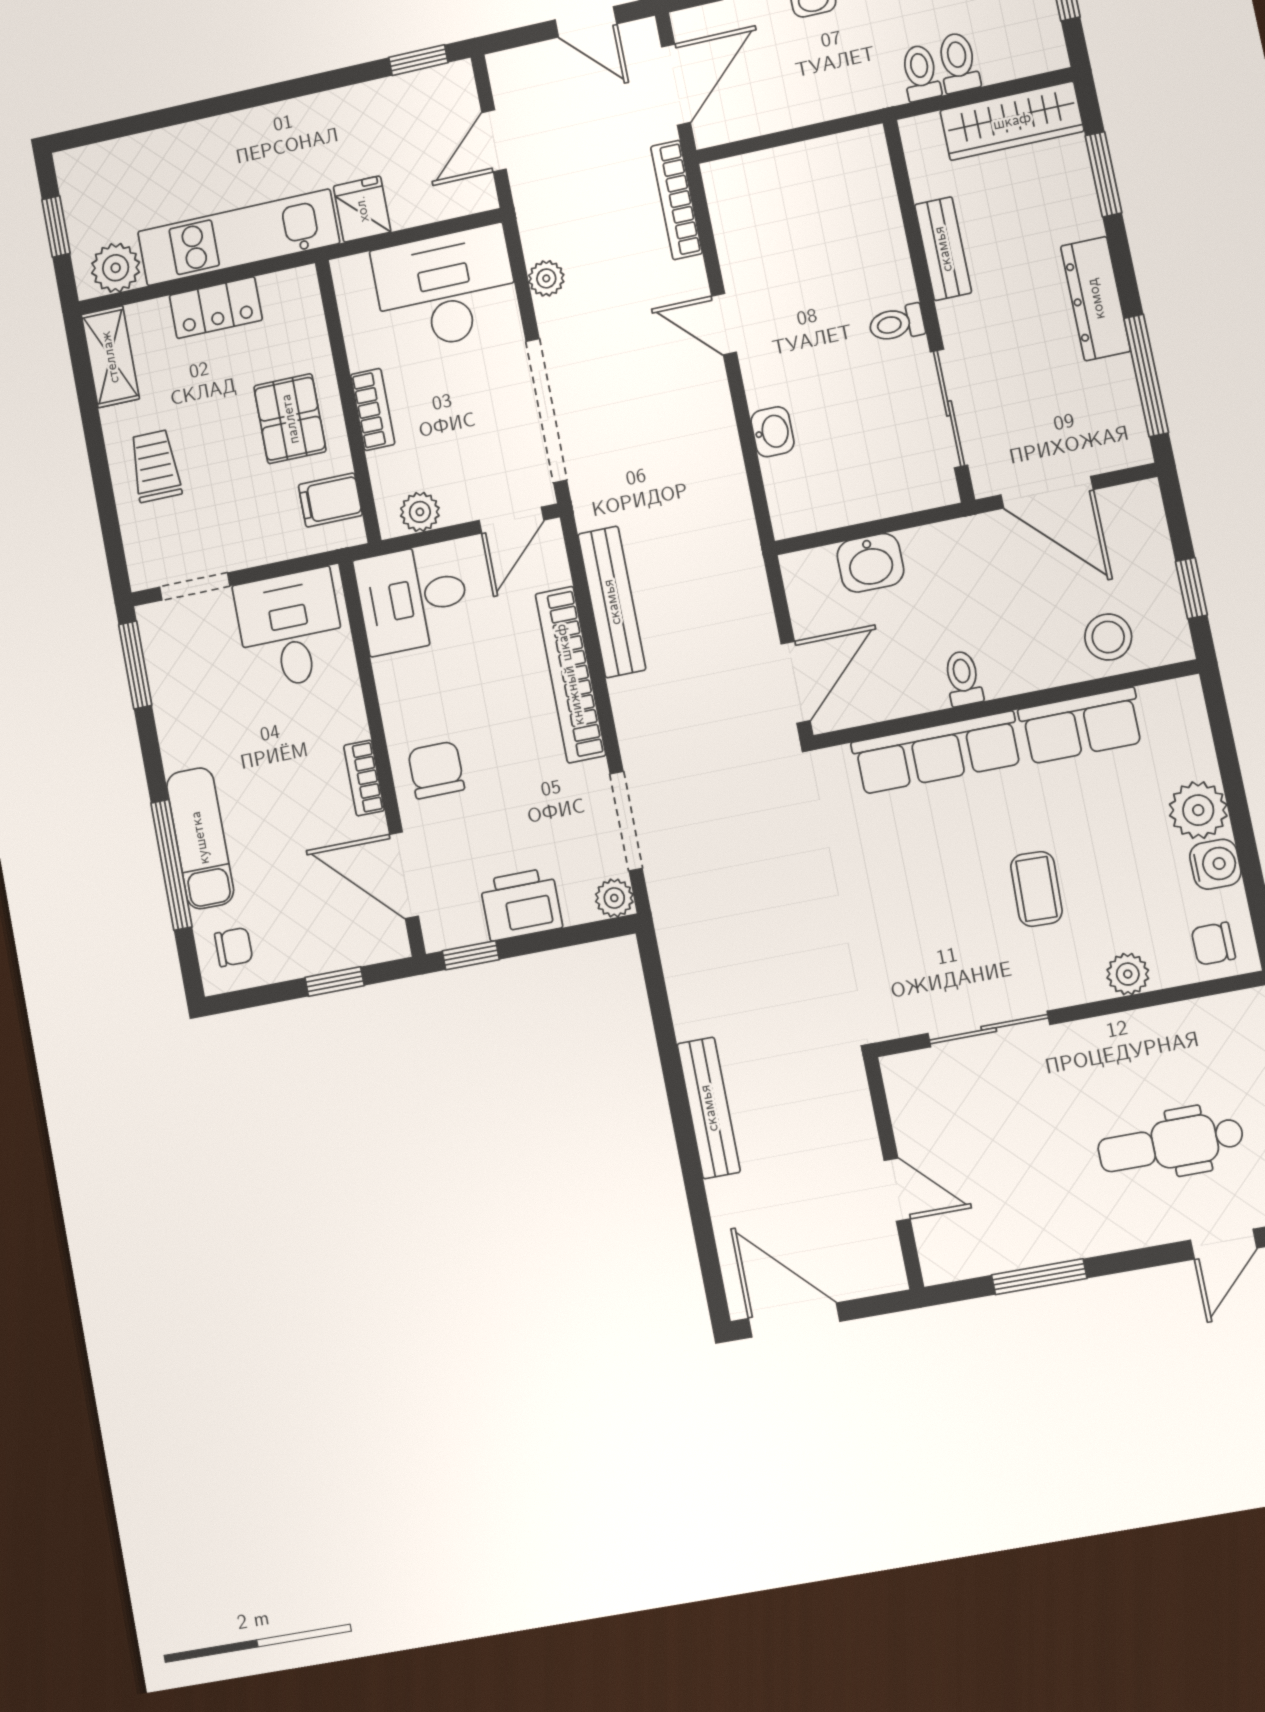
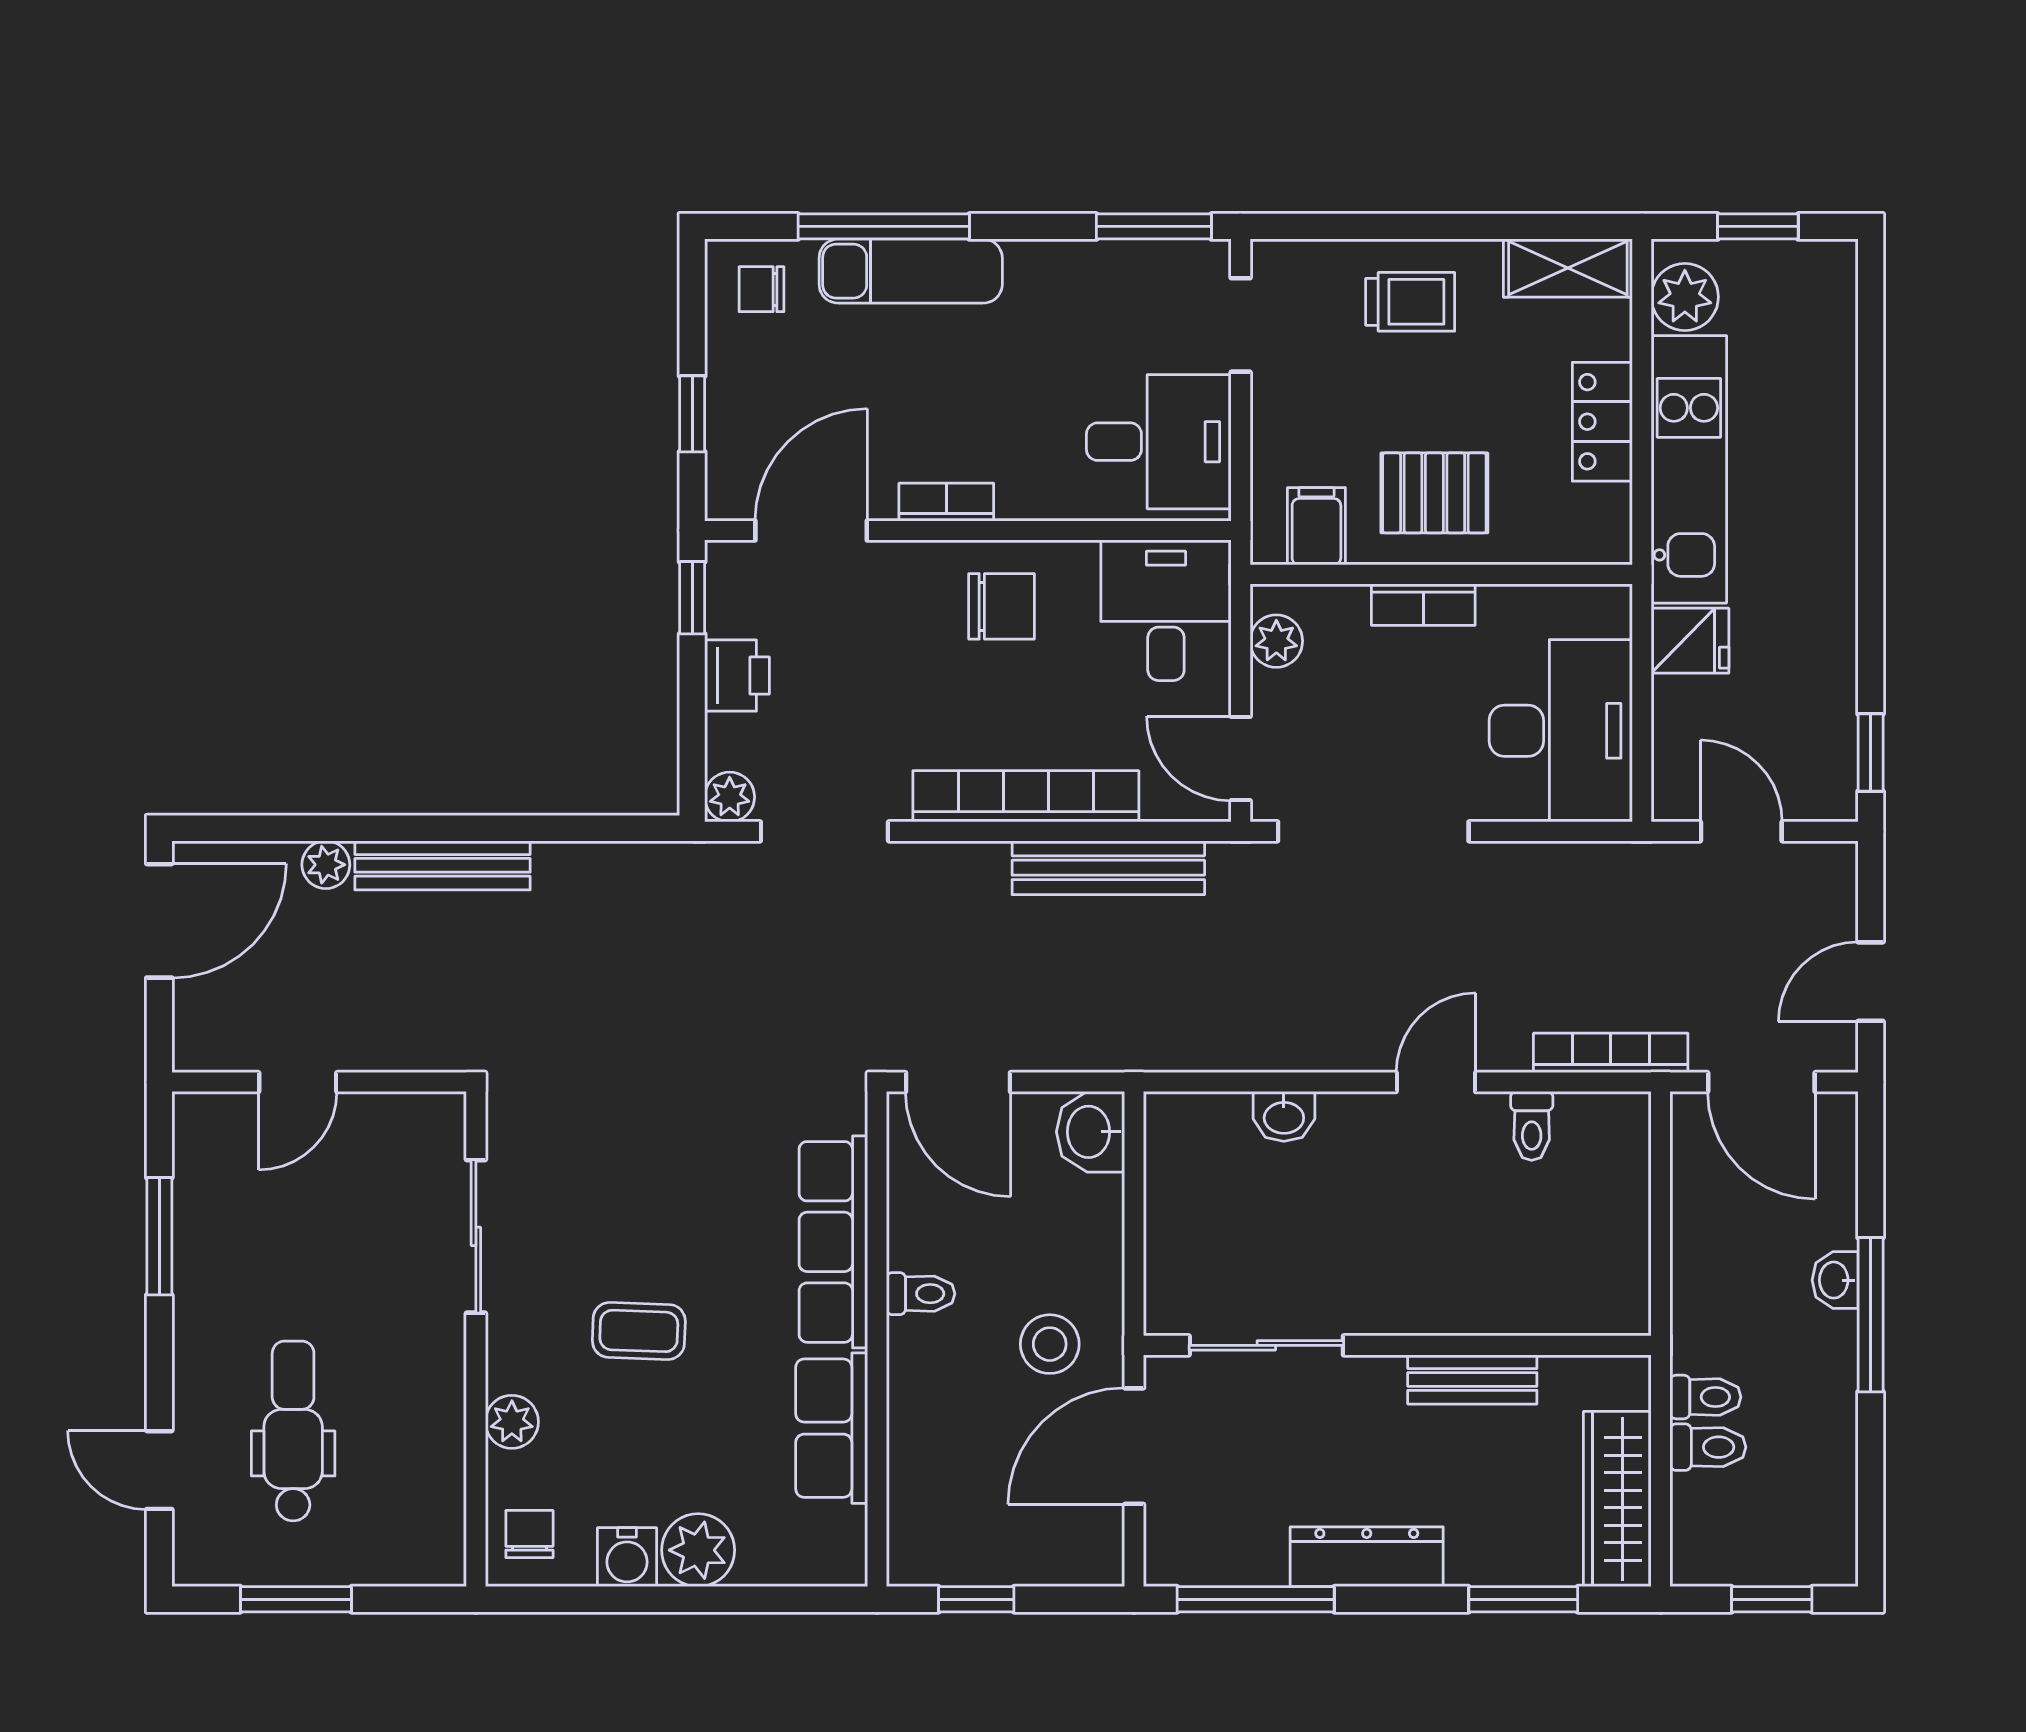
plant: (546, 278) -> (326, 865), moved
toilet: (897, 323) -> (1532, 1126), moved, turned 180
washbasin: (870, 563) -> (1090, 1132), moved
stool: (1108, 637) -> (1050, 1344), moved
chair: (436, 770) -> (1002, 606), moved
printer: (521, 904) -> (737, 676), width x0.73, depth x0.81
chair: (234, 947) -> (761, 289), turned 90

